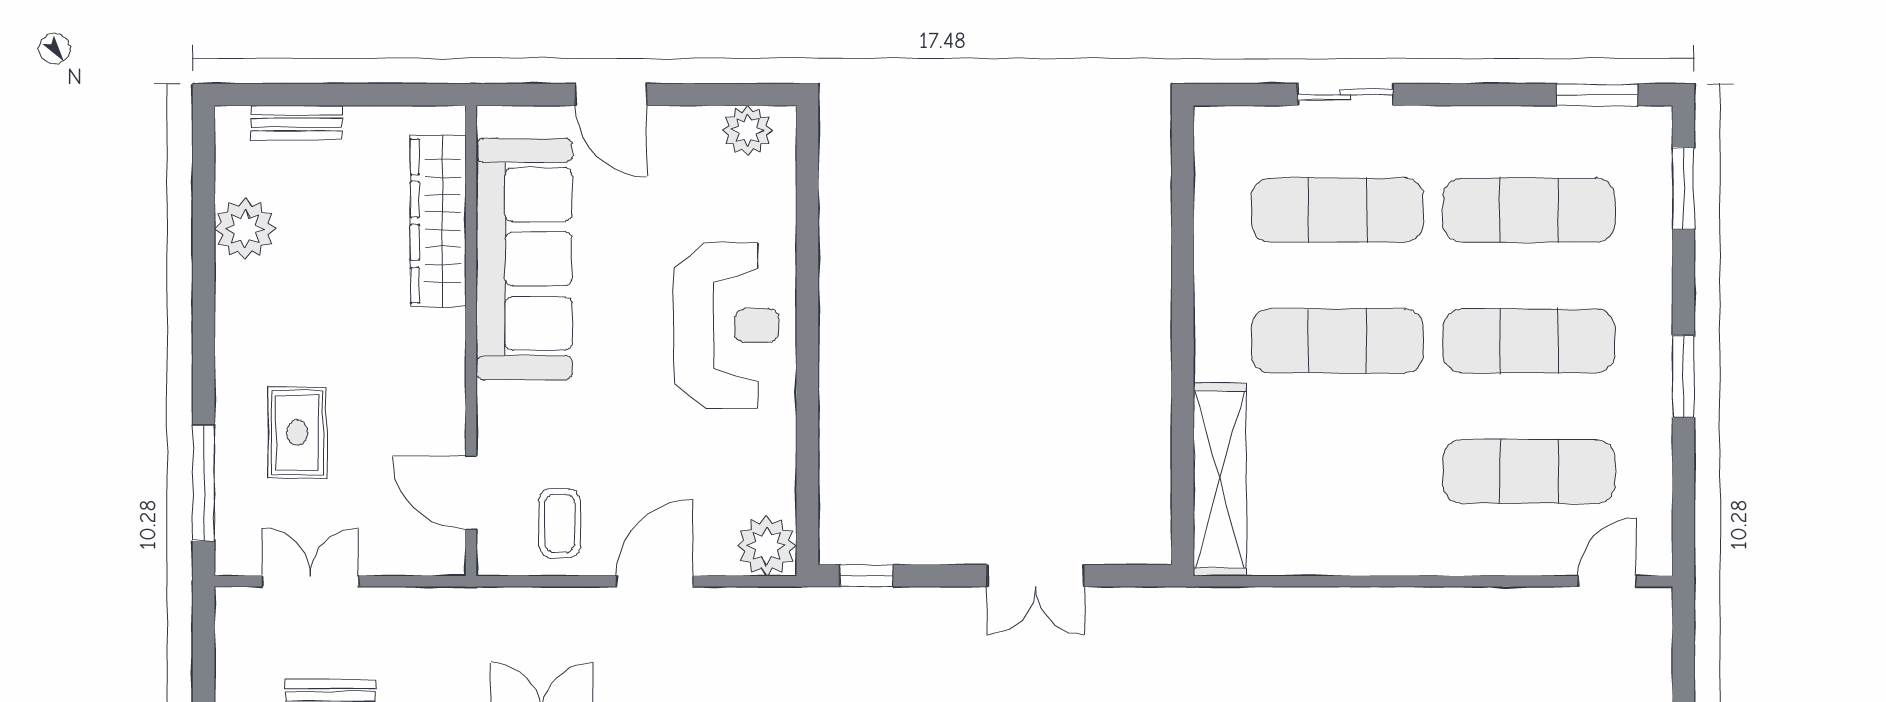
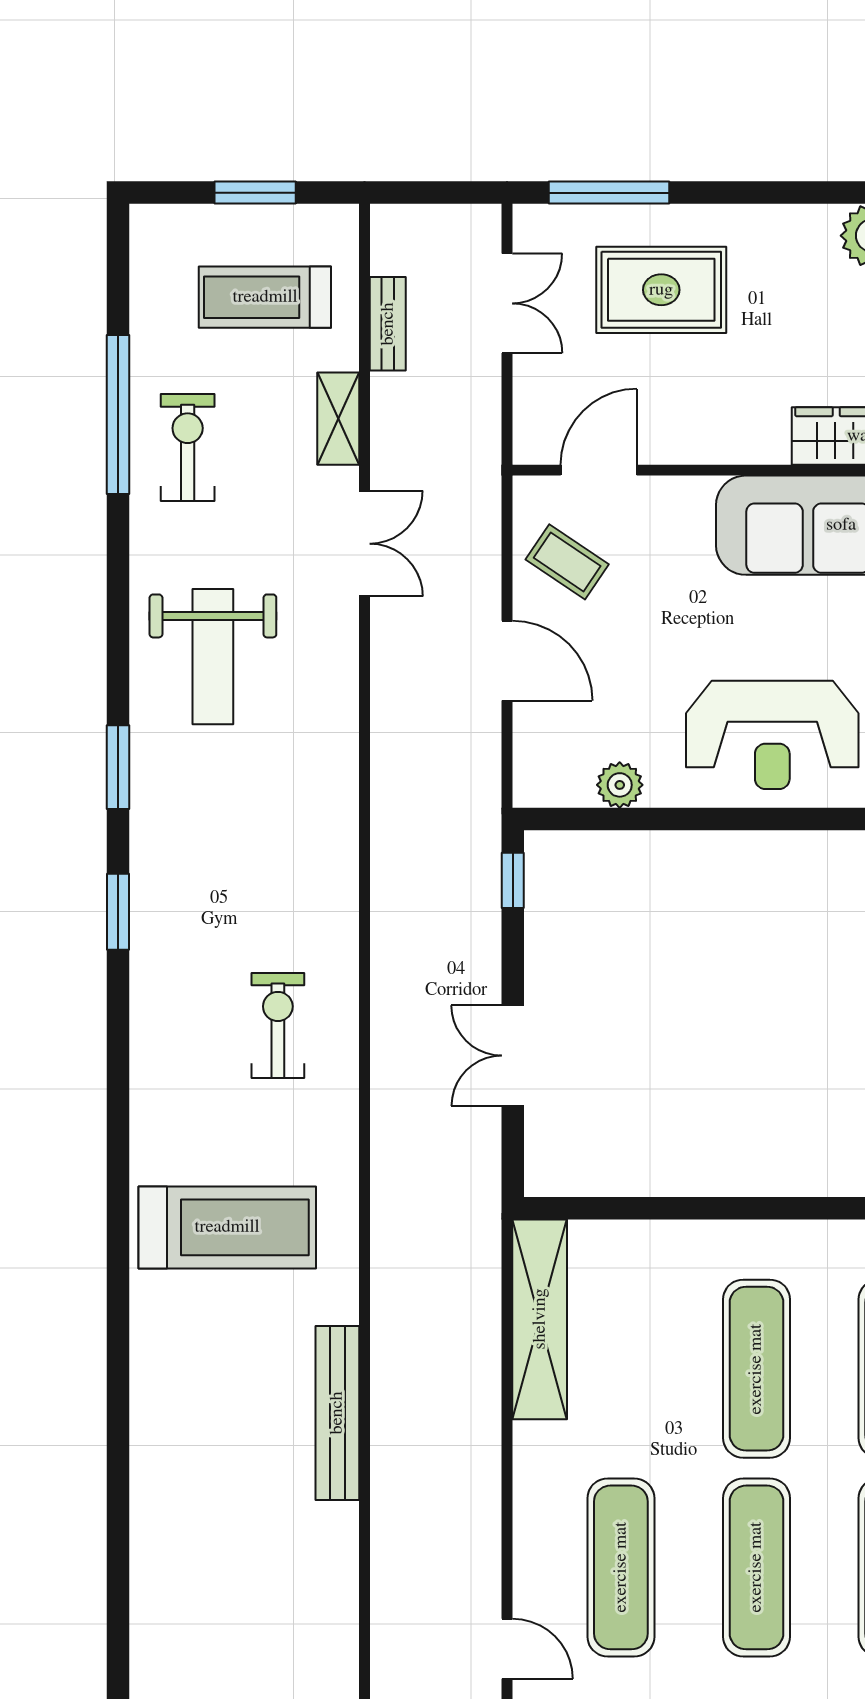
rug: (297, 433) -> (661, 290), width x1.36, depth x1.43
shelving: (1220, 480) -> (540, 1319), moved, turned 90
coffee table: (560, 523) -> (567, 562), turned 35
plant: (767, 546) -> (620, 785), moved, width x0.73, depth x0.73

